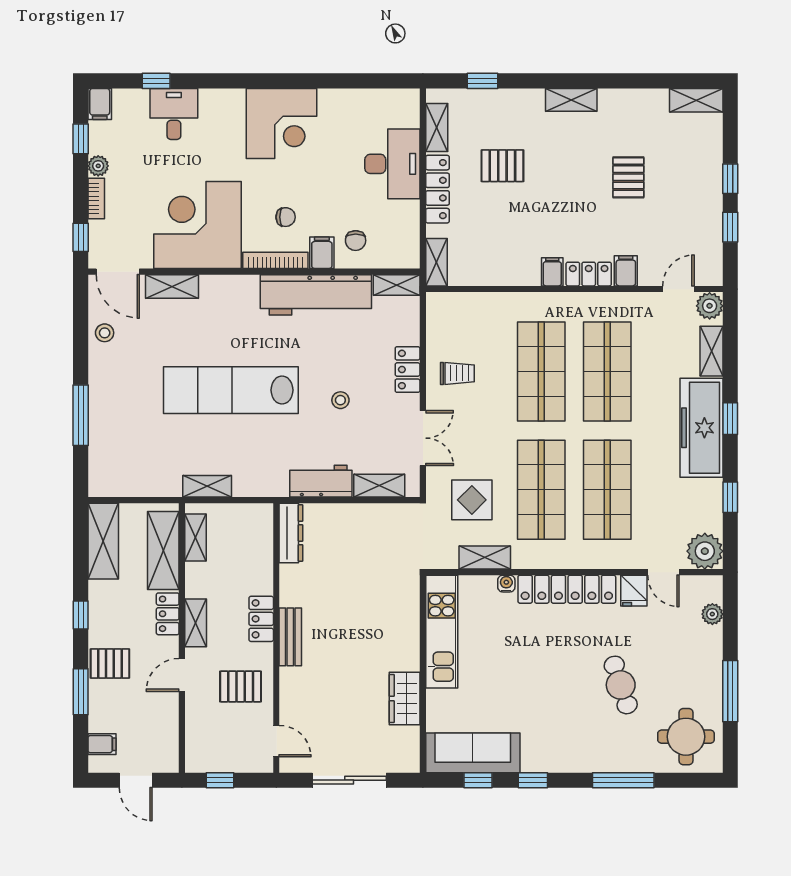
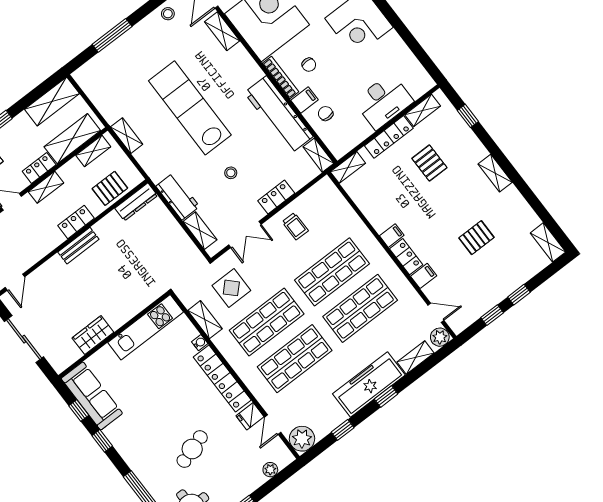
chair: (356, 241) -> (326, 113), turned 90
pallet: (241, 686) -> (110, 188), moved, turned 90

